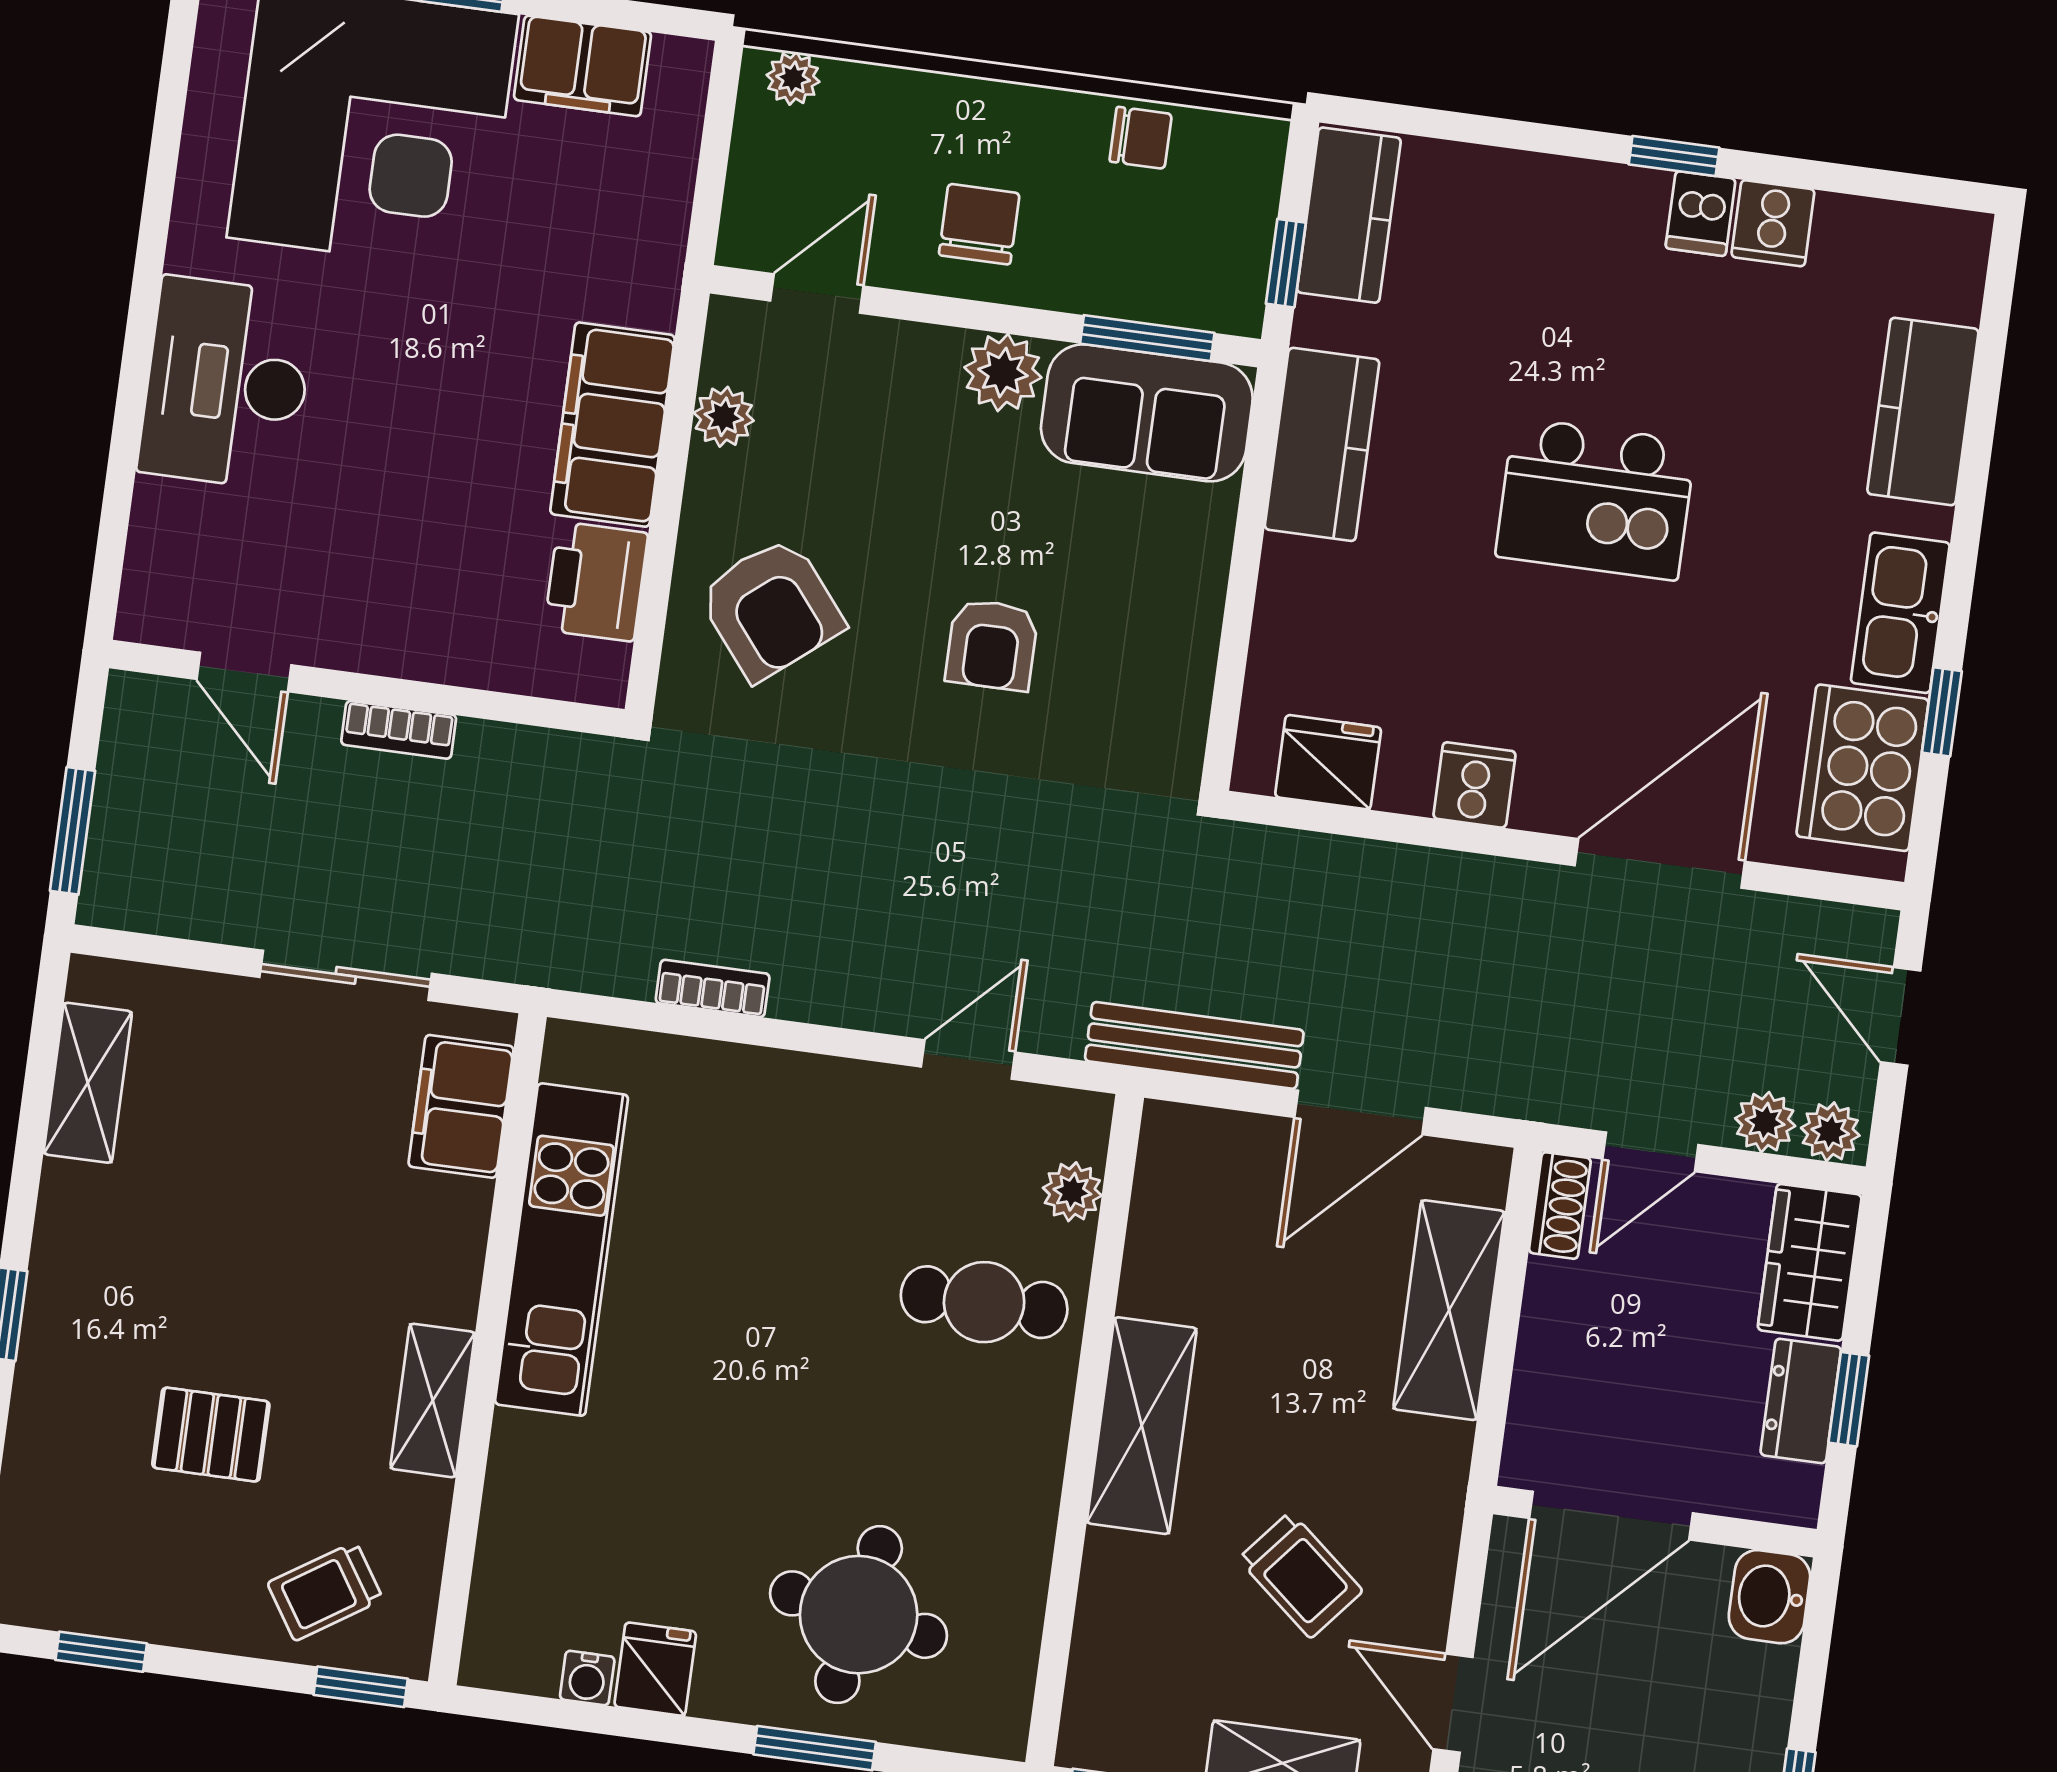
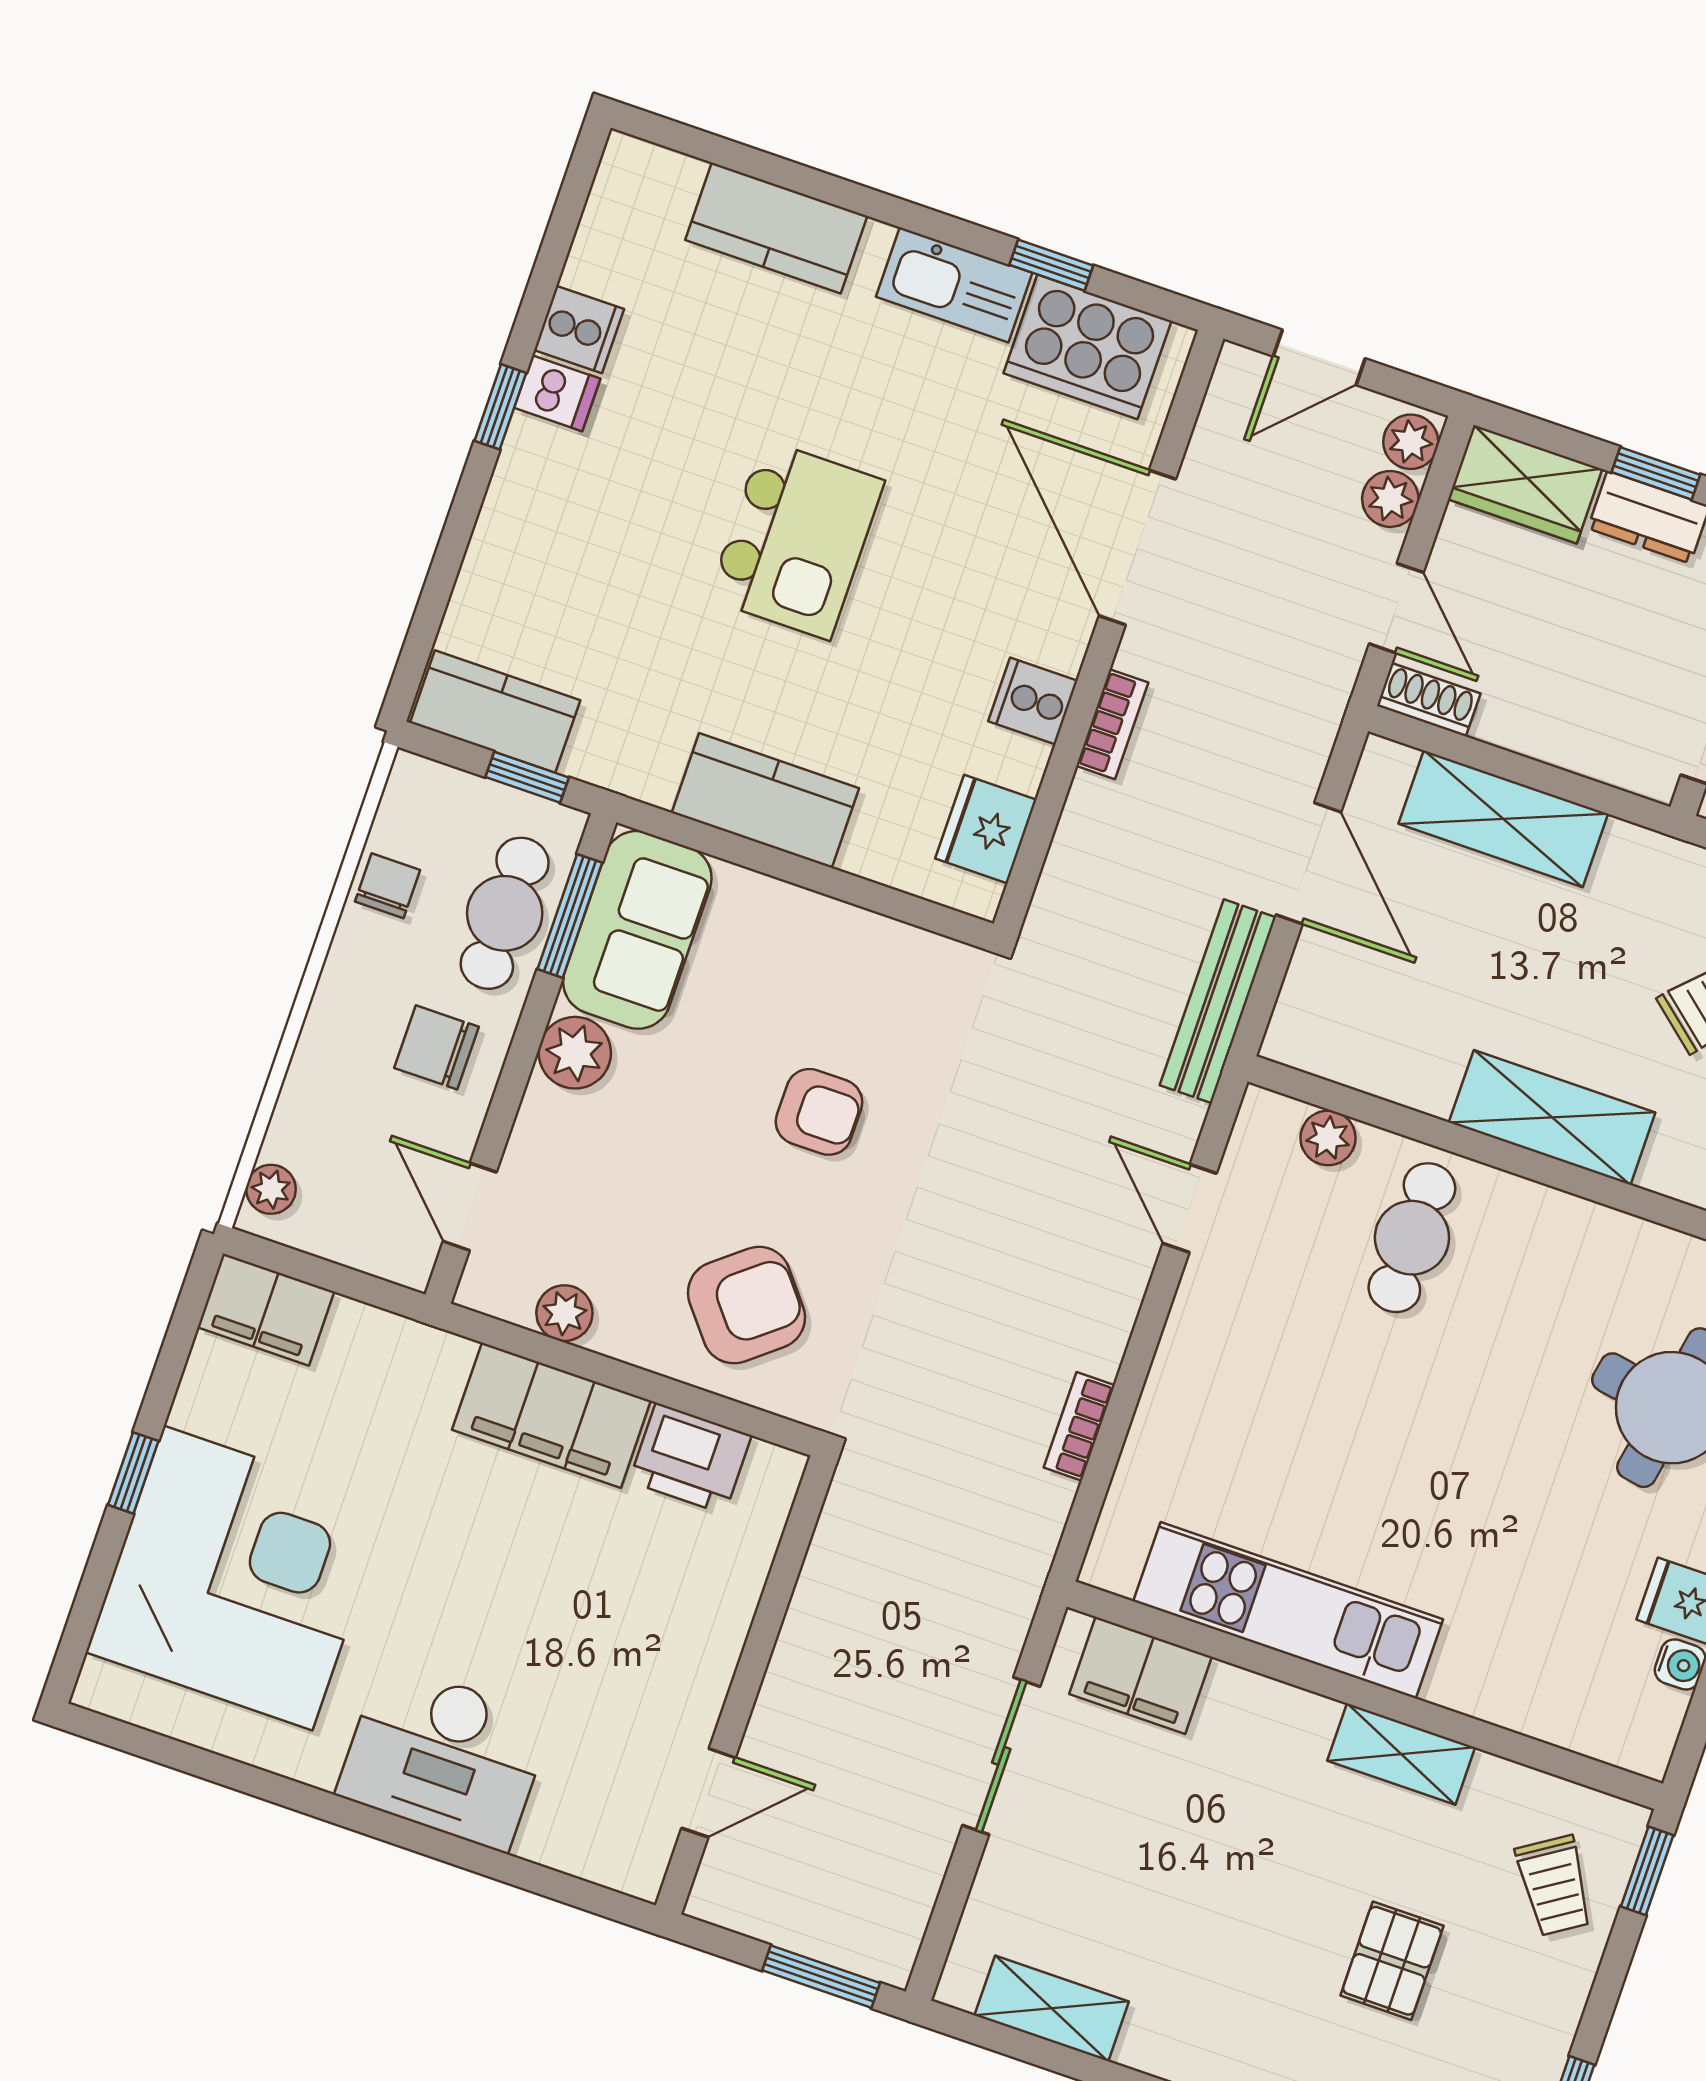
filing cabinet: (583, 66) -> (266, 1309), moved, turned 90
cafe table: (1136, 268) -> (505, 913), added
kitchen counter: (1322, 444) -> (765, 801), moved
bookcase: (399, 730) -> (1112, 724), moved

